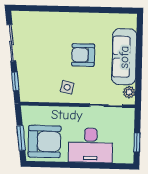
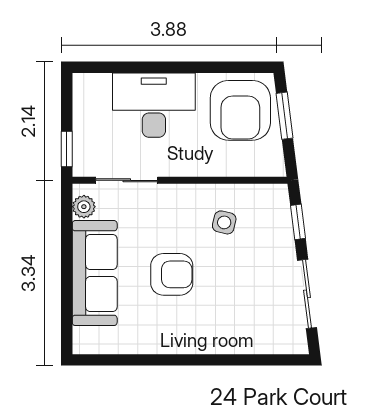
side table: (67, 87) -> (224, 222), moved
armchair: (45, 141) -> (240, 110), turned -90
window: (137, 142) -> (67, 149), moved

